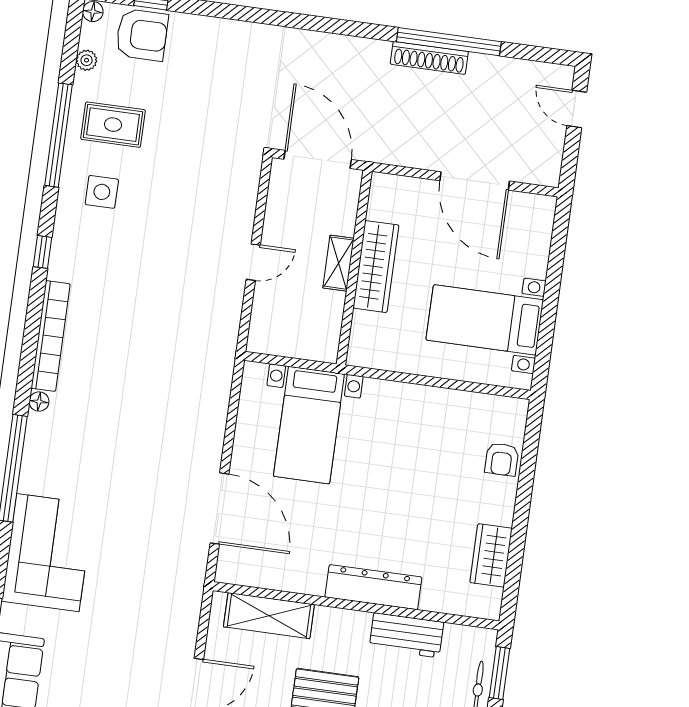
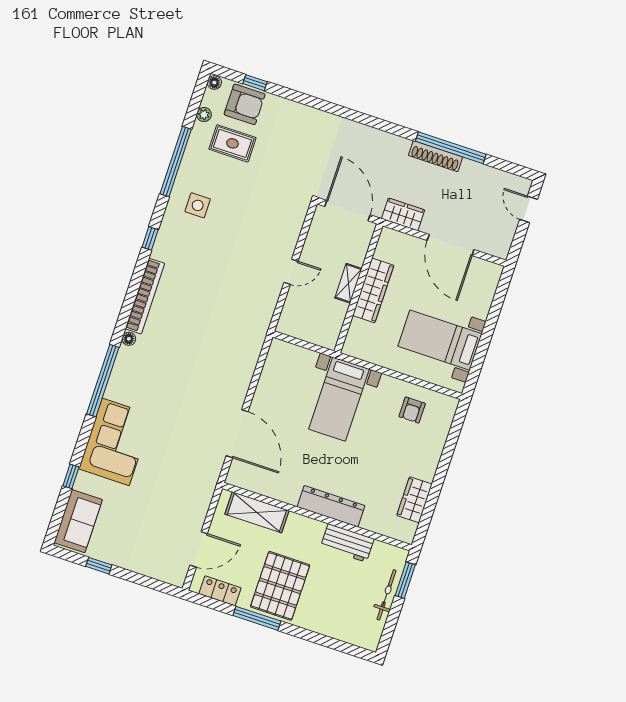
rug: (113, 125) -> (232, 143), moved
wardrobe: (398, 150) -> (403, 214), added
bed with nightstands: (309, 425) -> (339, 399), moved
armchair: (502, 459) -> (412, 410), moved

